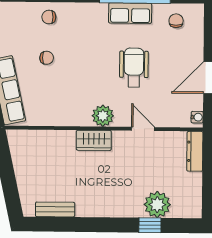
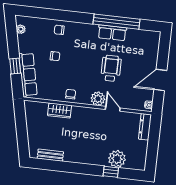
chair: (176, 21) -> (71, 94), moved
plant: (103, 116) -> (98, 99), moved
wardrobe: (94, 140) -> (60, 111), moved

